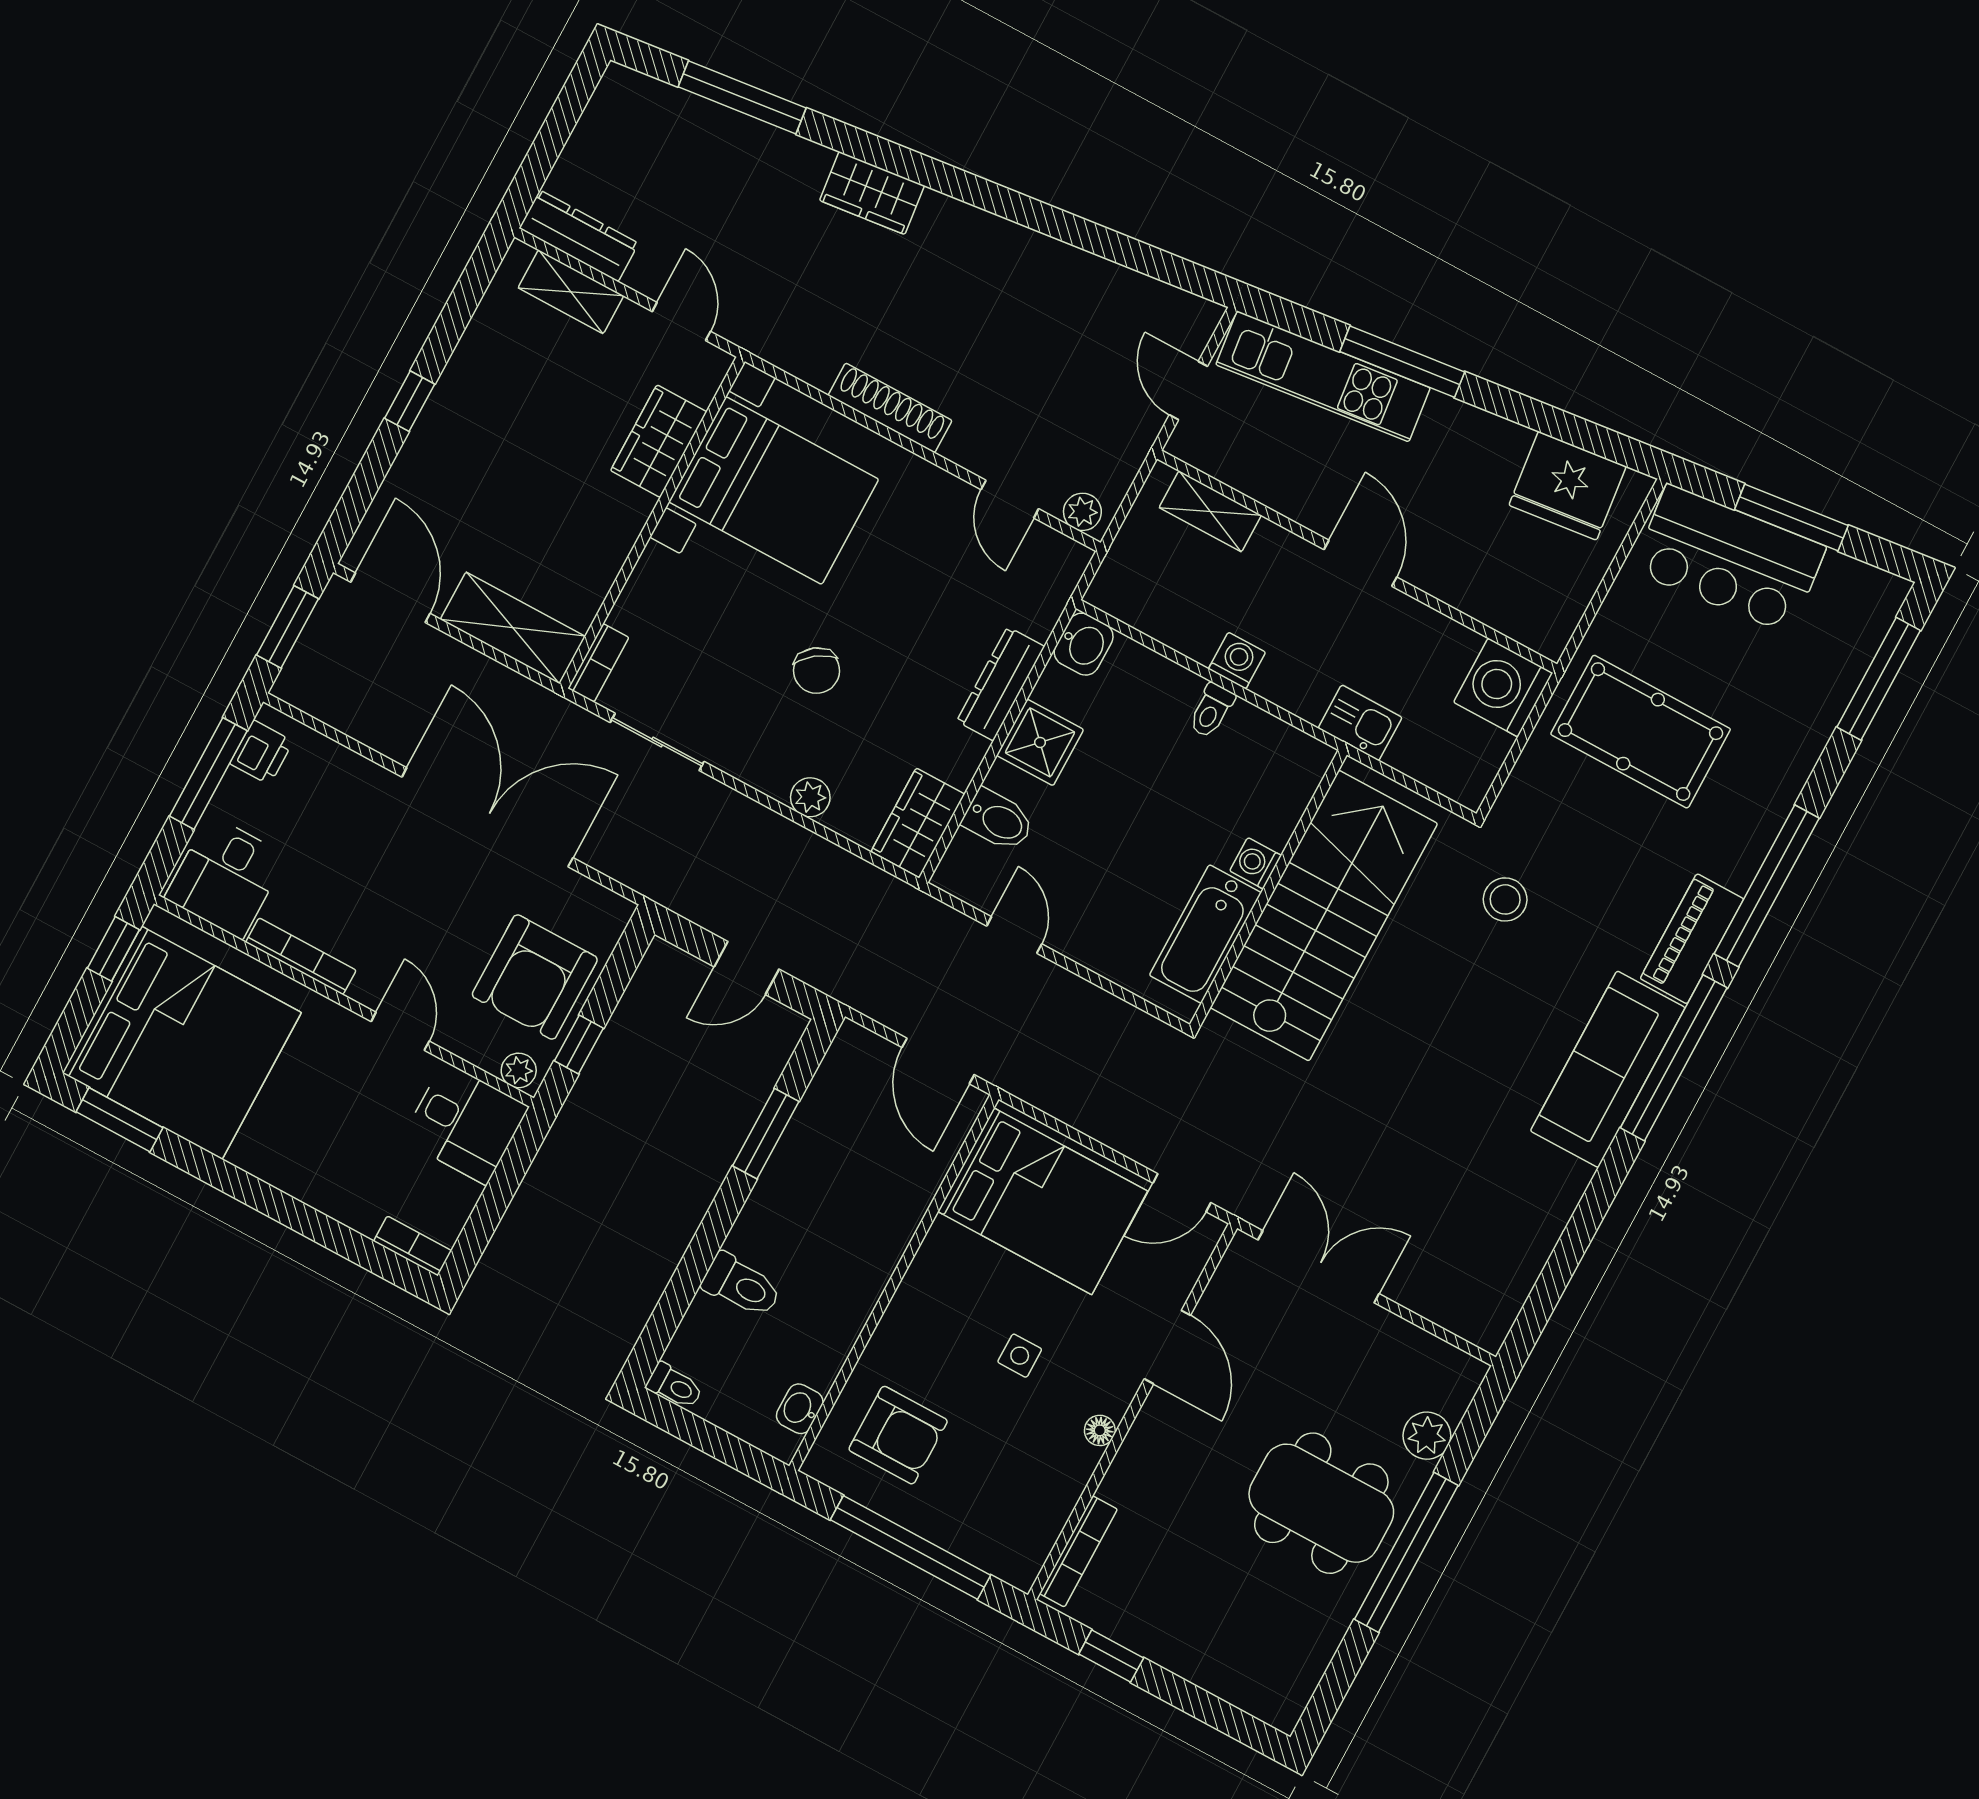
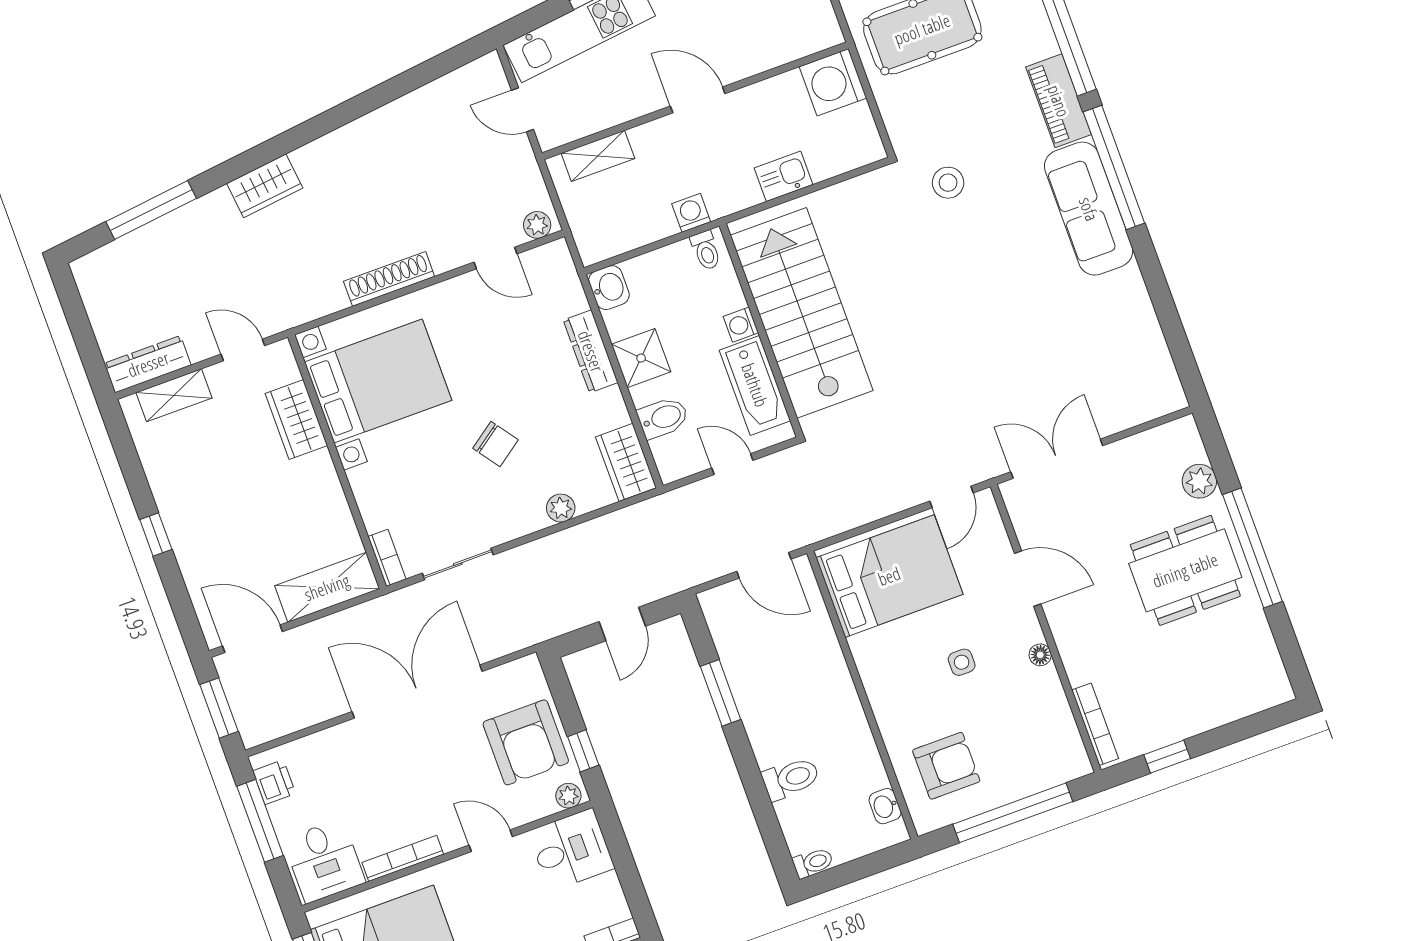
washing machine: (1256, 863) -> (741, 325), moved
wall: (1268, 890) -> (761, 330), moved
stairs: (1324, 916) -> (802, 313), moved
bathtub: (1205, 934) -> (755, 385), moved

